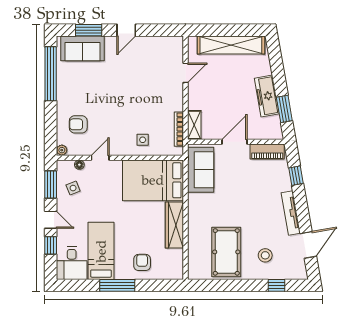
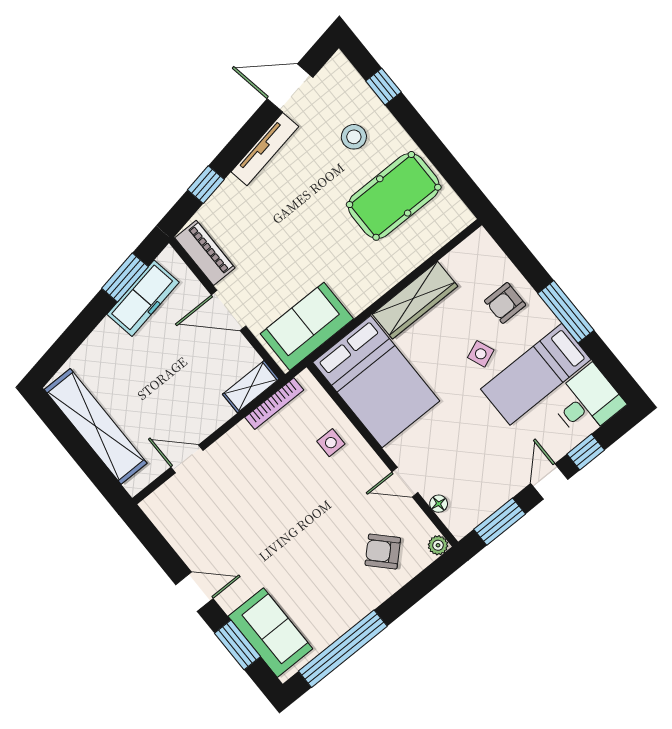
freezer: (267, 96) -> (143, 298), moved
armchair: (78, 124) -> (383, 551), turned 136
side table: (73, 188) -> (481, 354), moved

